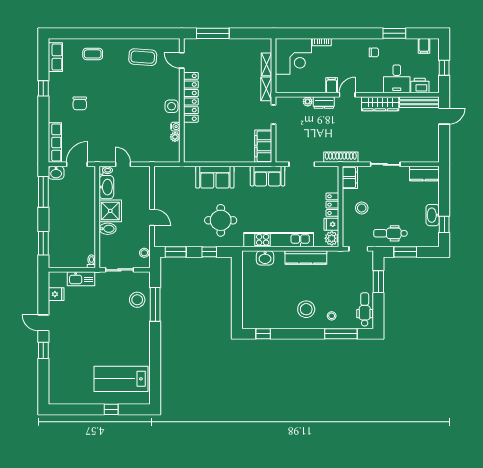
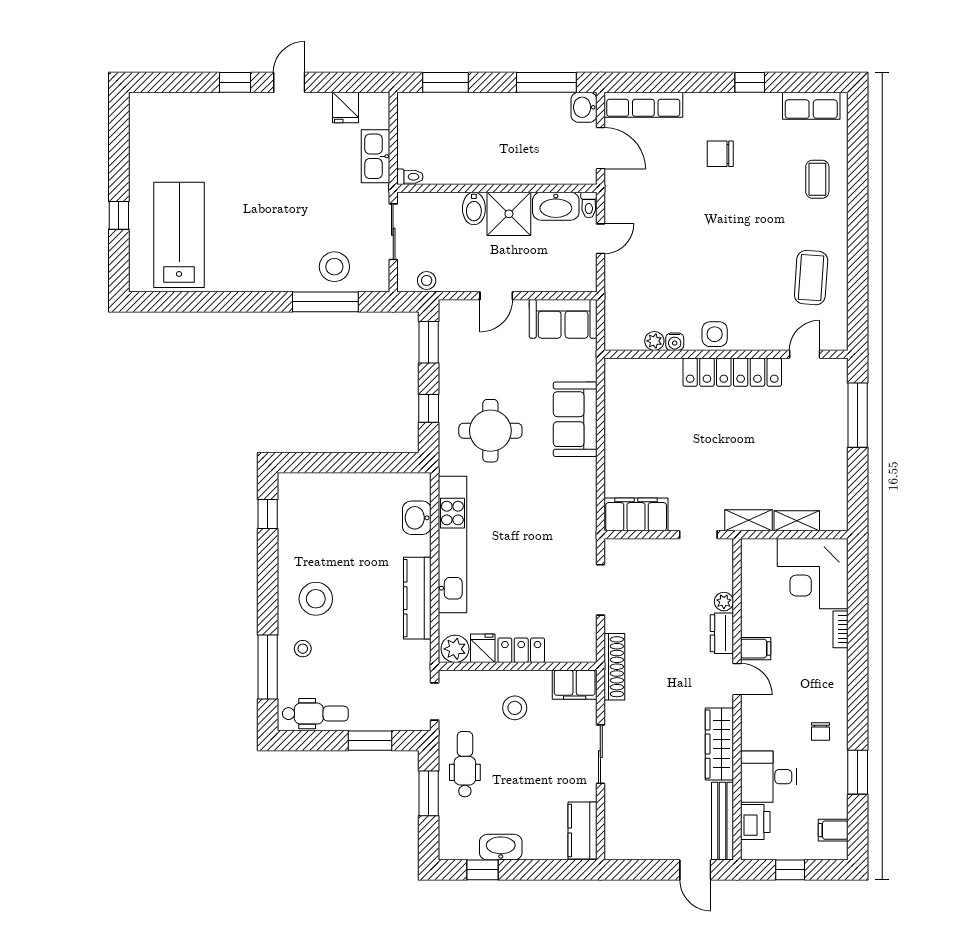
sofa: (268, 176) -> (563, 319), moved, turned -90

